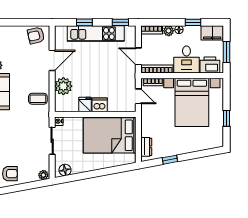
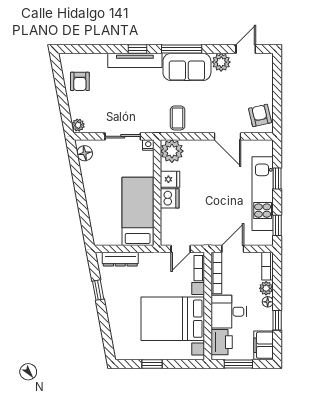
plant: (63, 86) -> (172, 151), moved
bed: (110, 135) -> (138, 211), width x0.67
dresser: (146, 147) -> (120, 259), width x1.44

